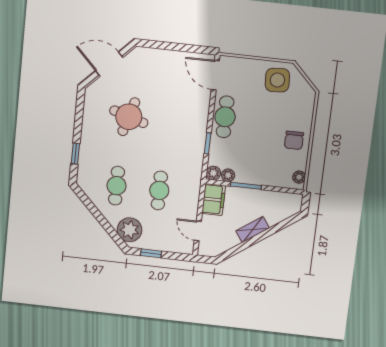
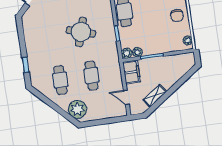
round table: (129, 117) -> (81, 32), moved
shelving: (253, 230) -> (155, 96), moved
window: (151, 253) -> (97, 122), removed

